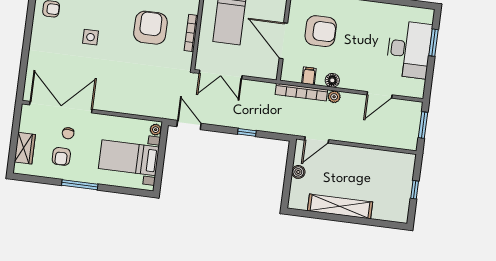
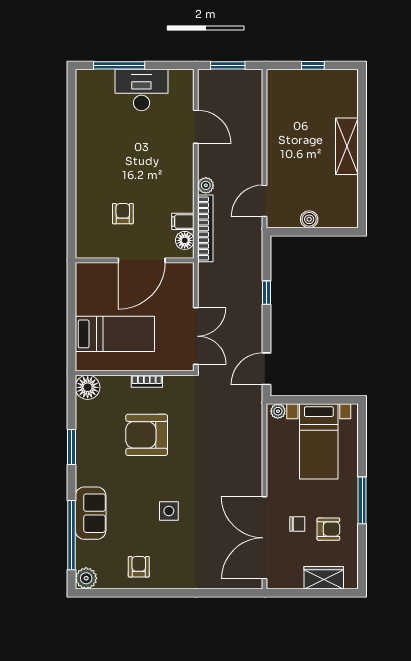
armchair: (321, 31) -> (123, 214), width x0.53, depth x0.53
bookcase: (191, 33) -> (147, 381), width x0.64
window: (434, 43) -> (119, 65), width x1.44
desk: (409, 49) -> (141, 90), width x0.73, depth x0.77
floor lamp: (332, 80) -> (185, 240), moved
door: (317, 140) -> (265, 201), swing flipped
shelving: (340, 206) -> (347, 146), width x0.68

